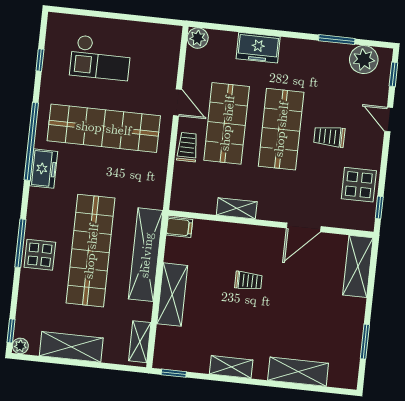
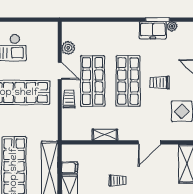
plant: (198, 38) -> (68, 48), moved
freezer: (258, 48) -> (153, 30), moved
plant: (364, 60) -> (172, 26), width x0.53, depth x0.53
filing cabinet: (179, 227) -> (70, 168), moved

